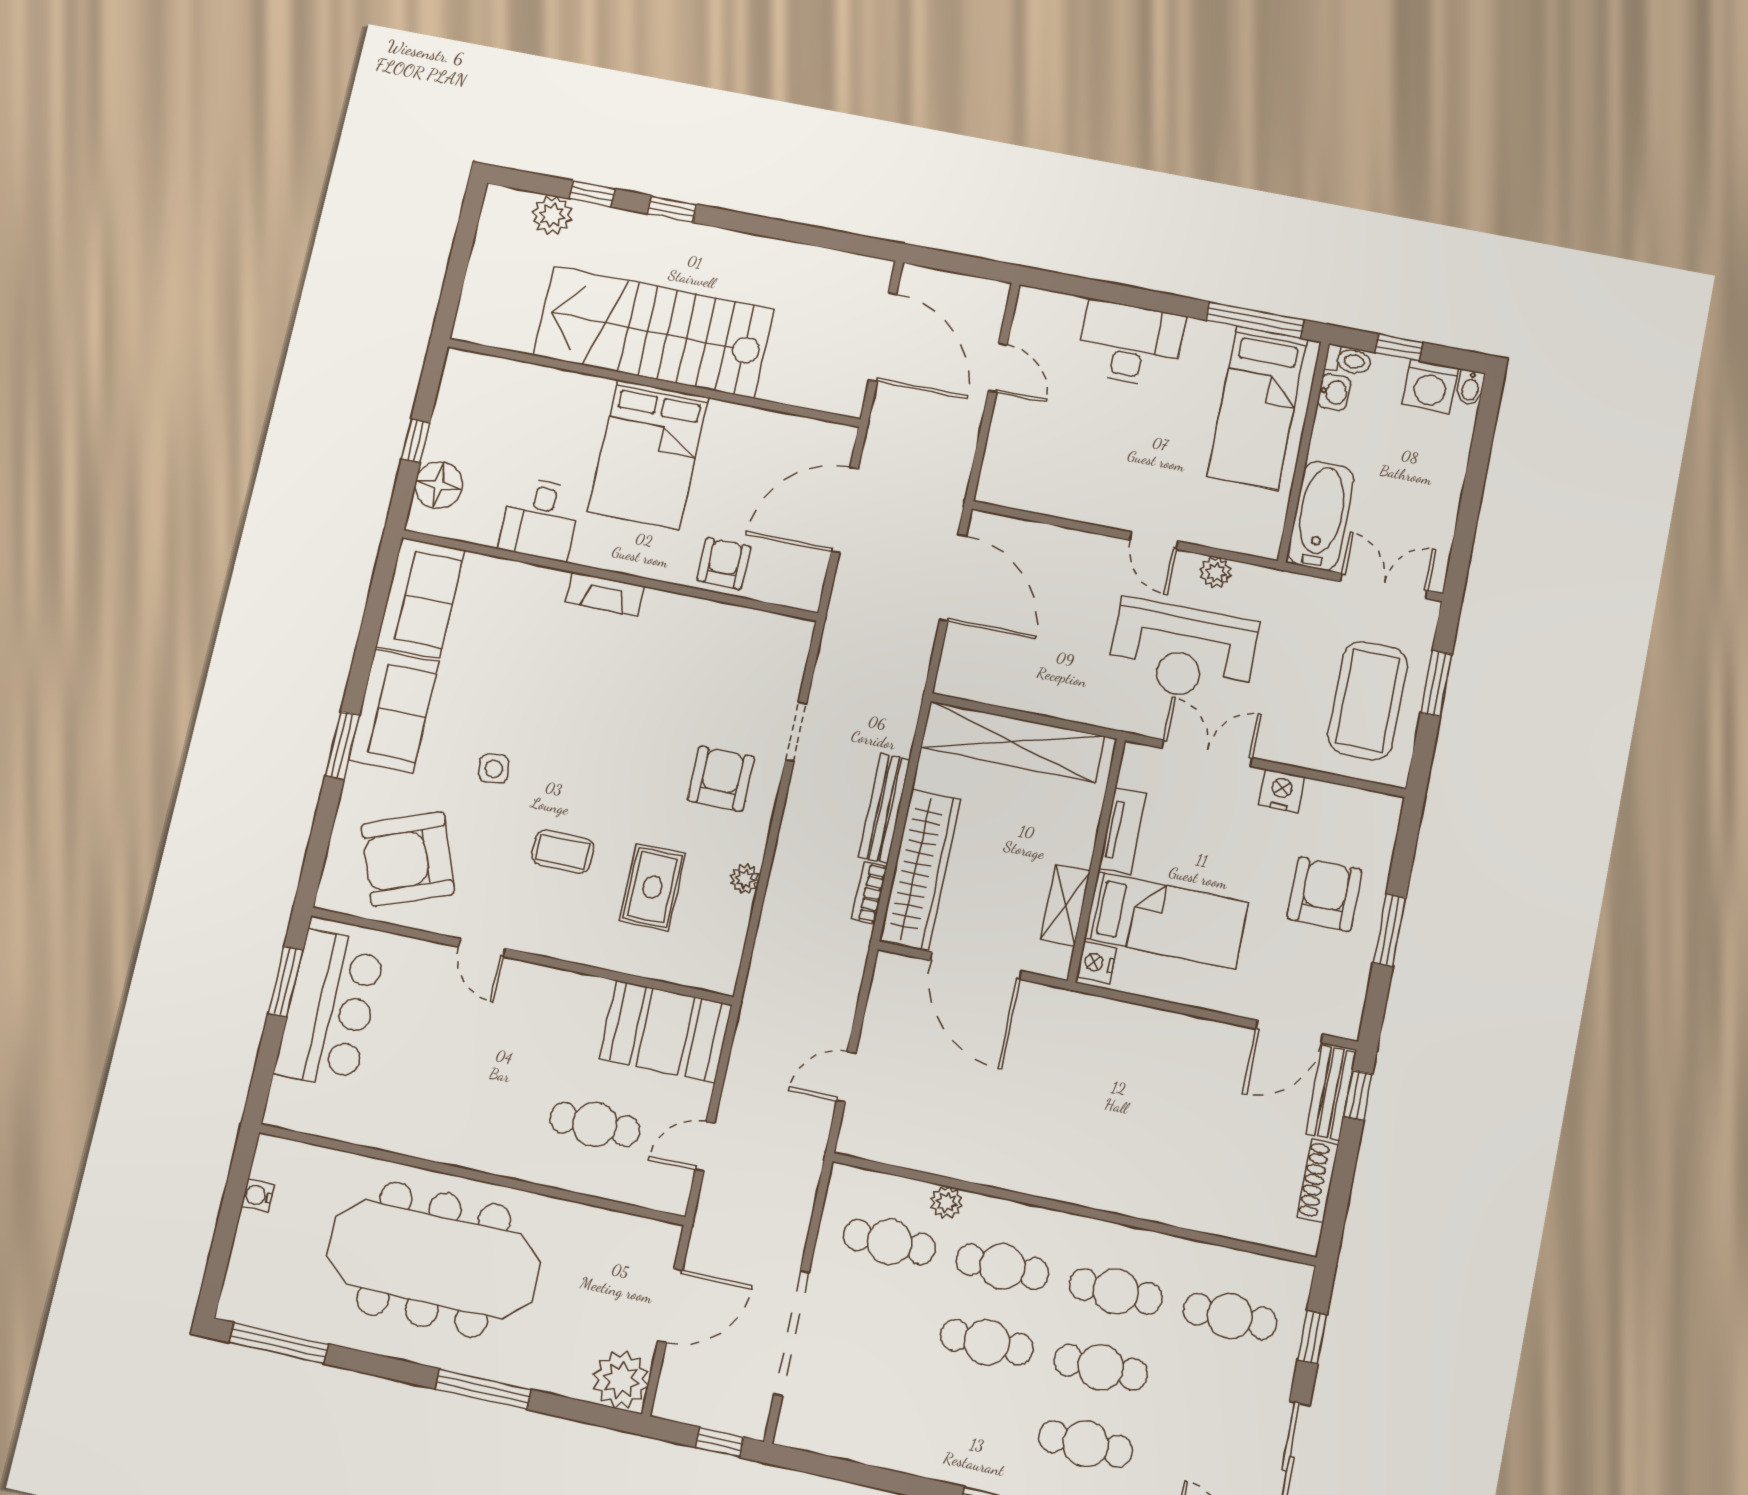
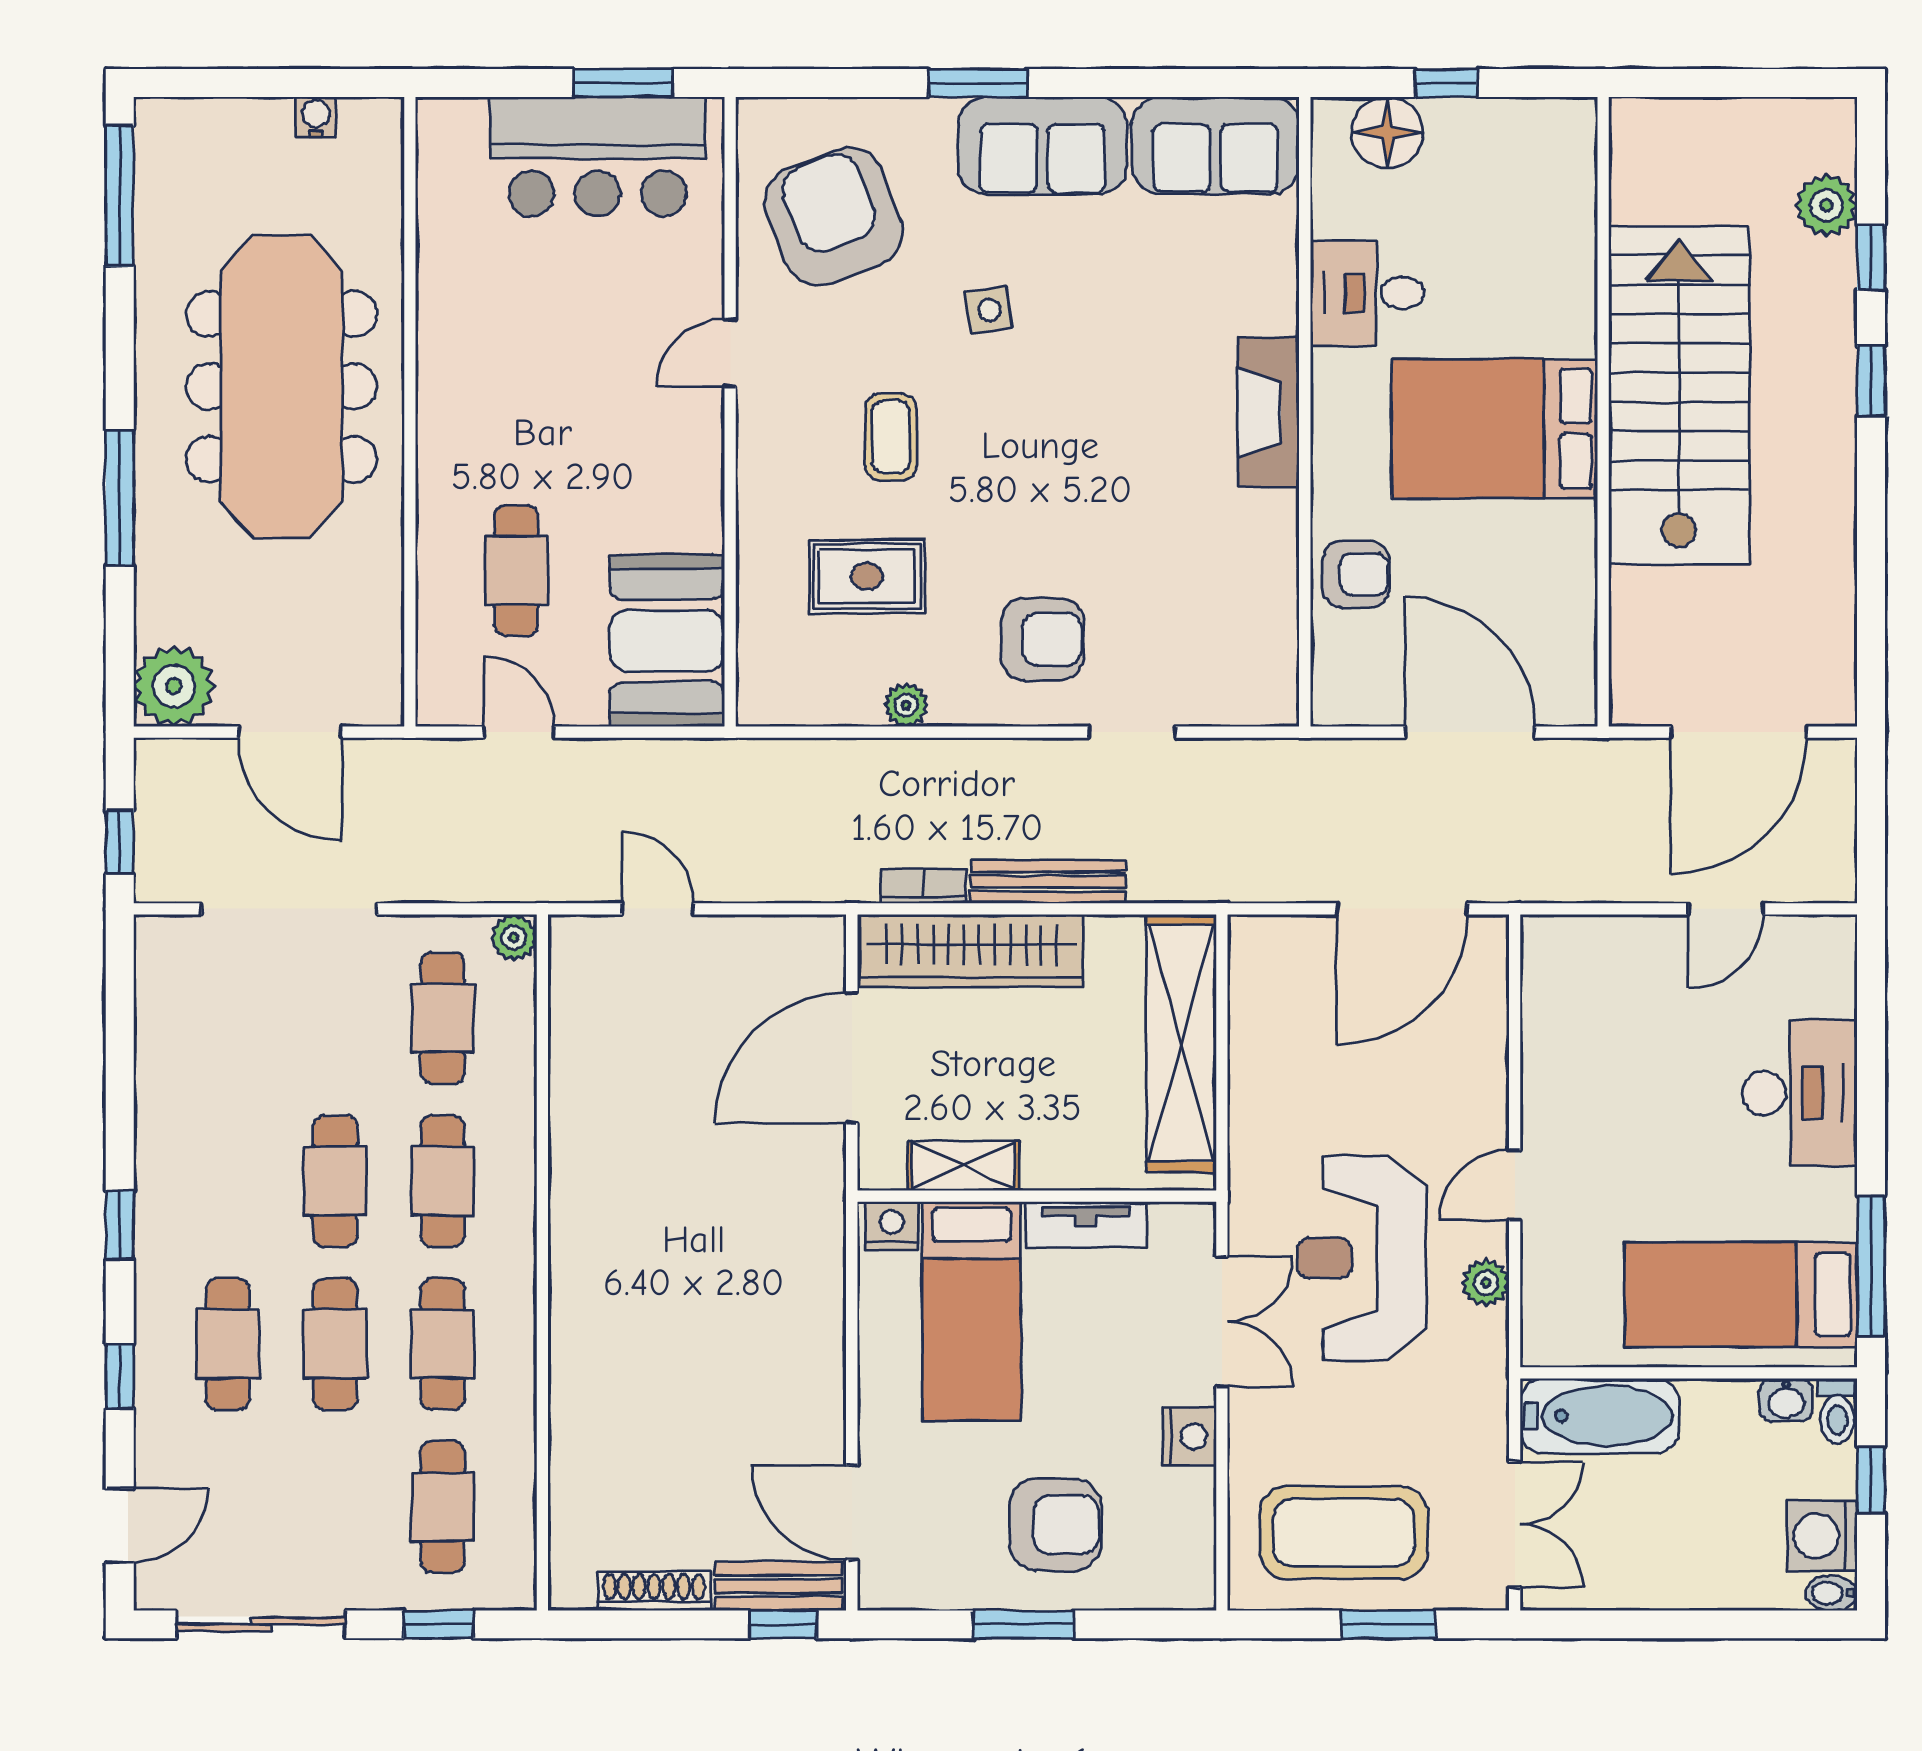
fireplace: (605, 594) -> (1269, 412), width x1.37, depth x1.32
plant: (946, 1202) -> (514, 937), moved

